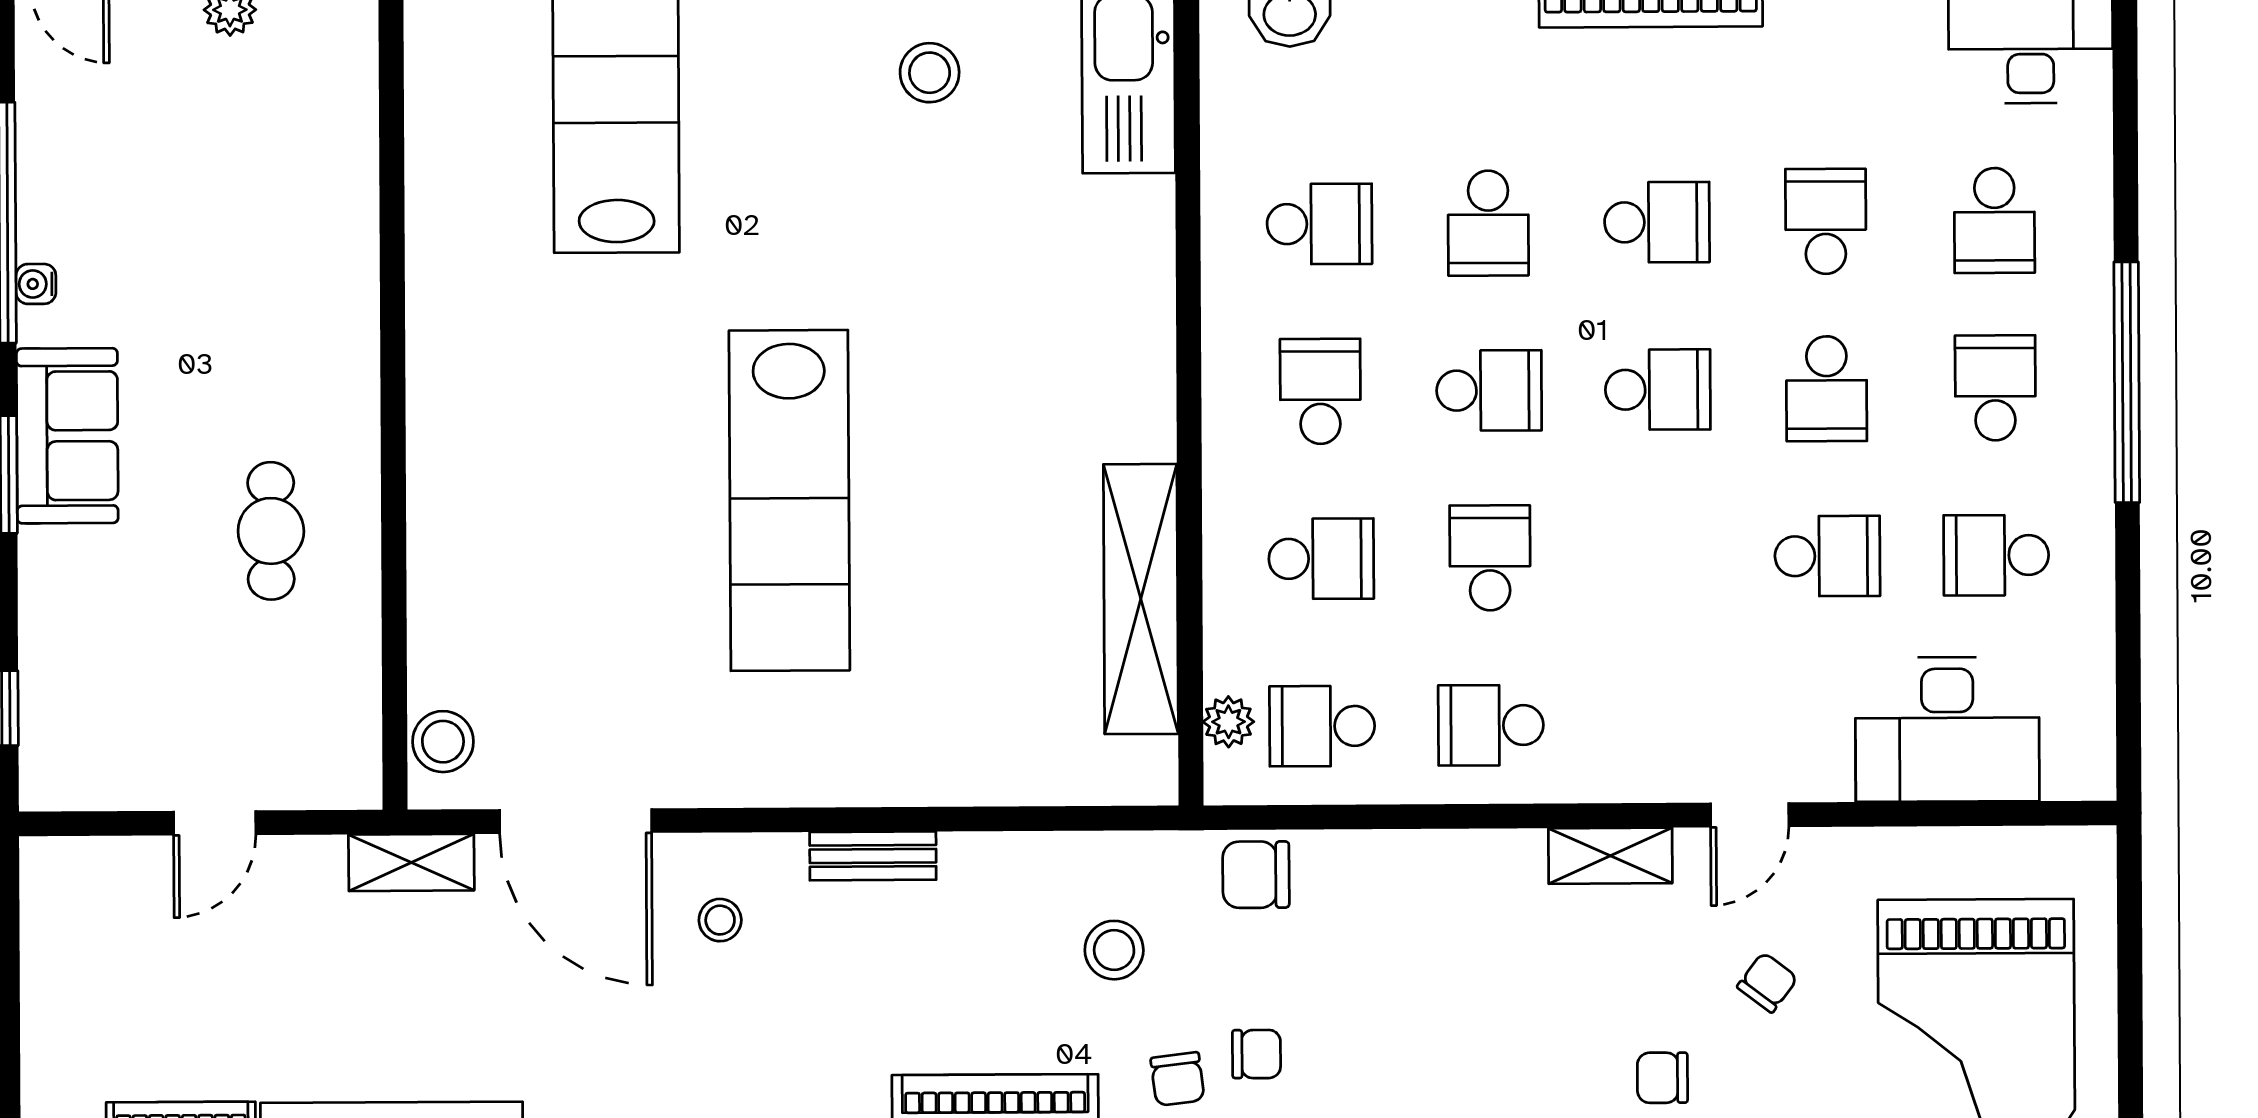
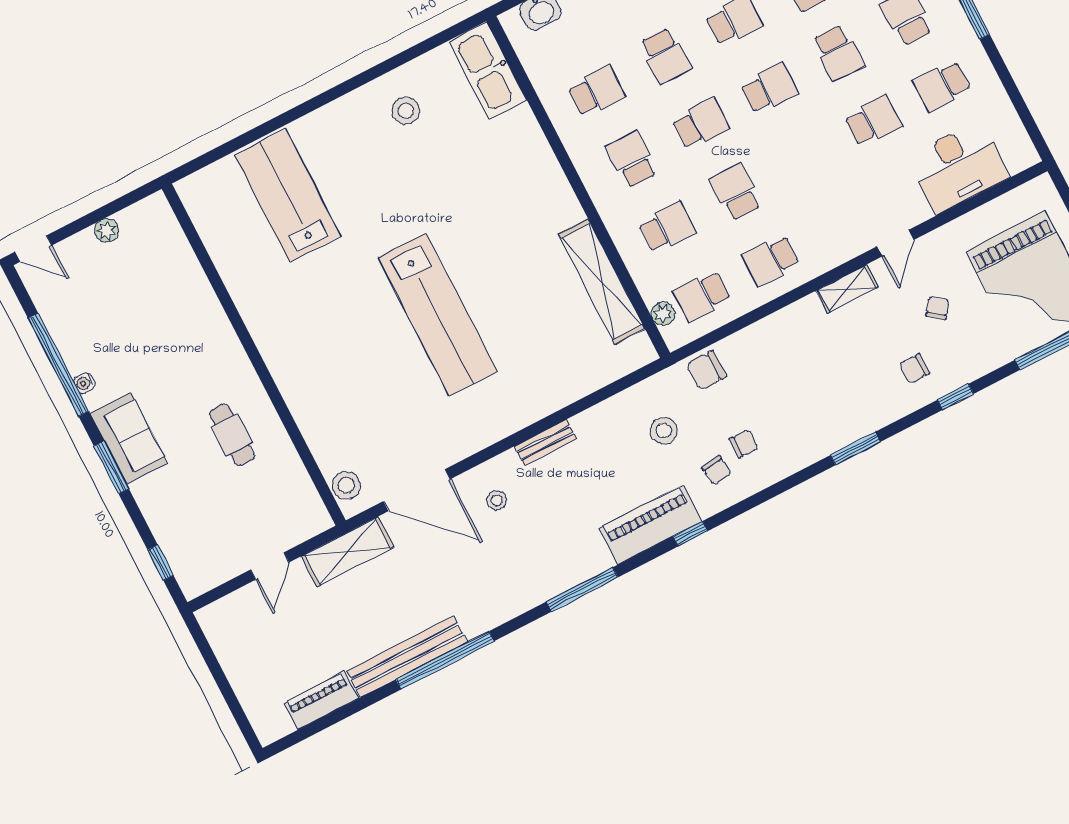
shelving: (411, 862) -> (348, 552), width x1.50, depth x1.33

